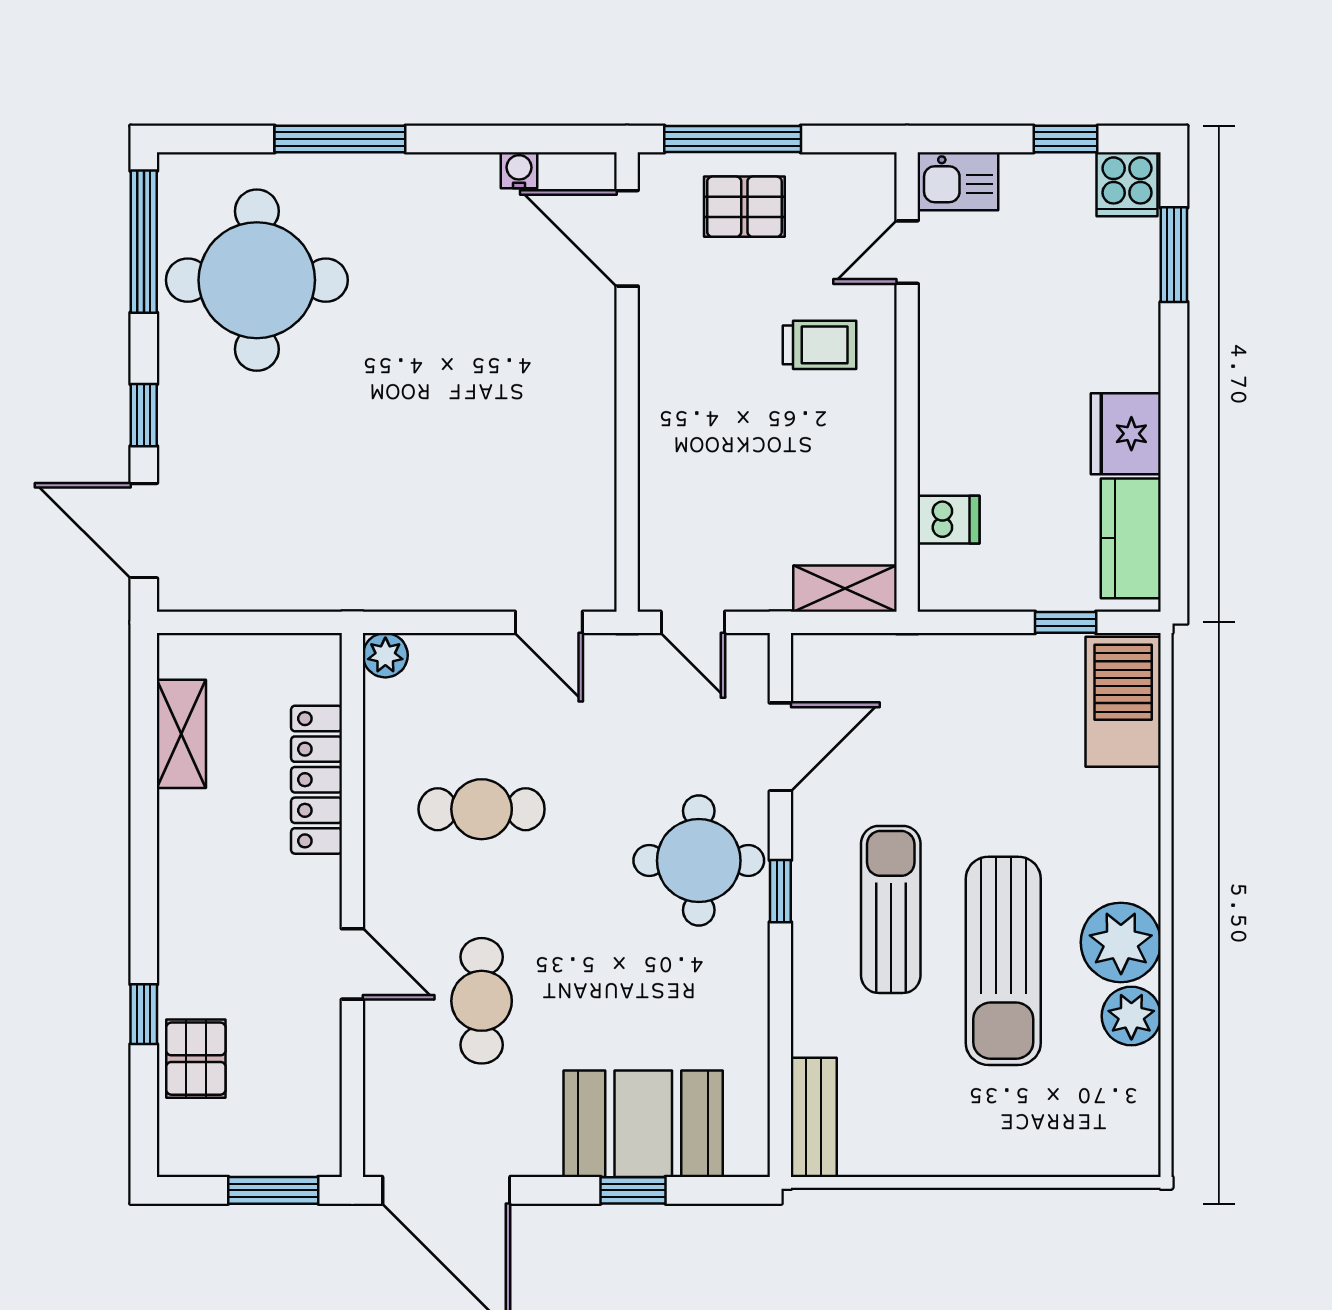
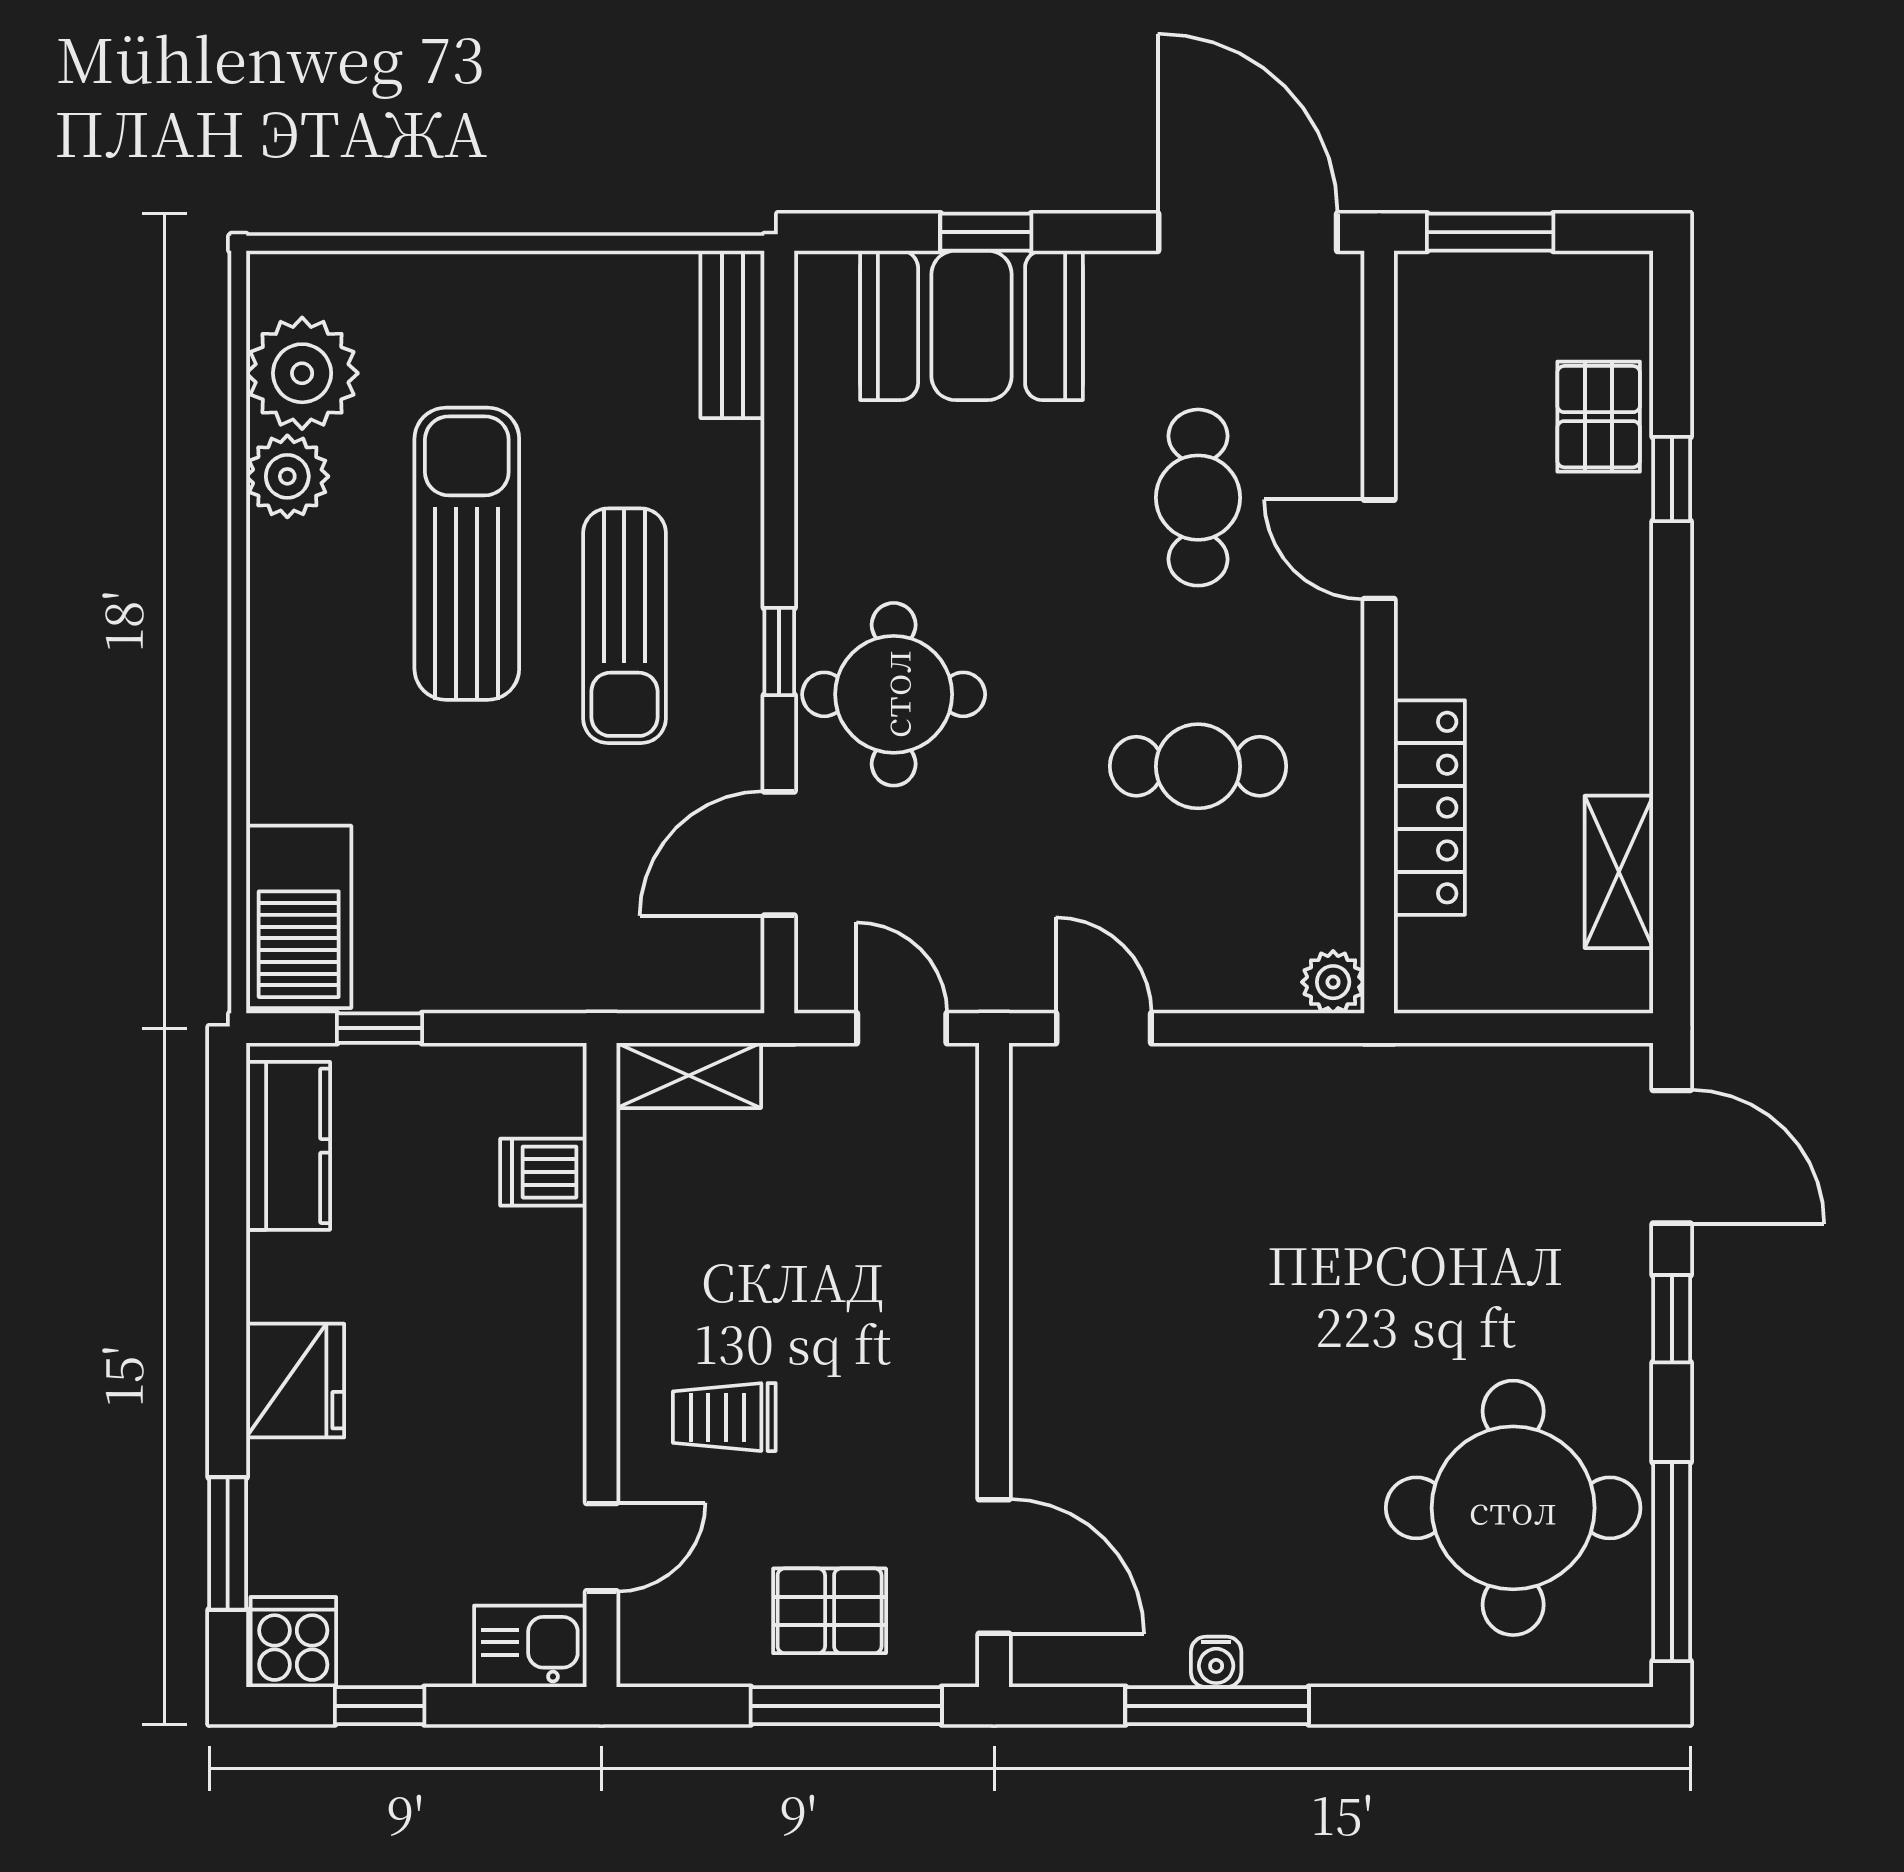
window: (340, 139) -> (1217, 1706), moved
water cooler: (519, 170) -> (1216, 1662), moved
fridge: (1126, 434) -> (295, 1381), moved
plant: (1121, 942) -> (302, 373), moved

